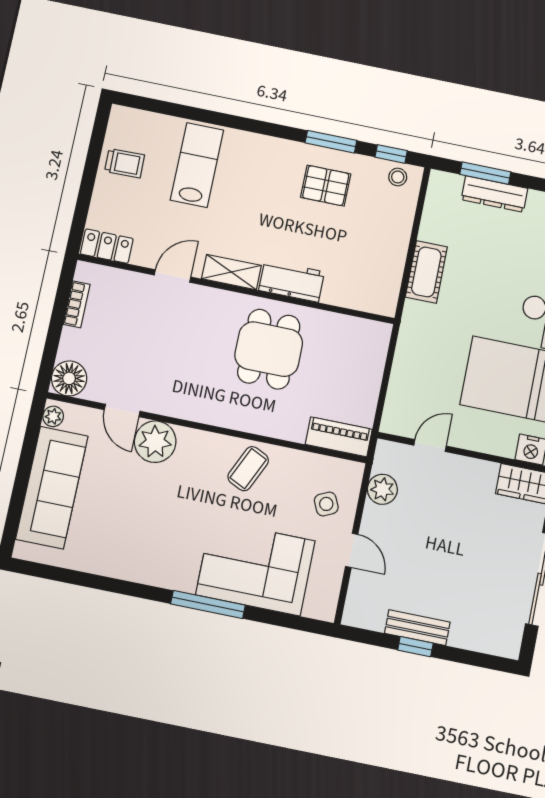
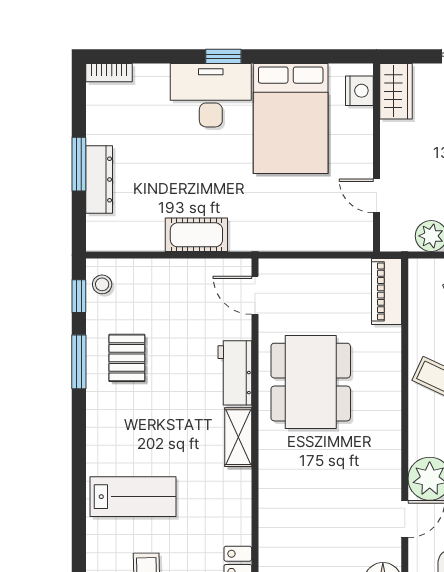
lab bench: (197, 165) -> (133, 497), turned 180
window: (485, 173) -> (79, 164), moved
door: (173, 276) -> (255, 295), moved
dining table: (269, 349) -> (311, 382), width x1.37

